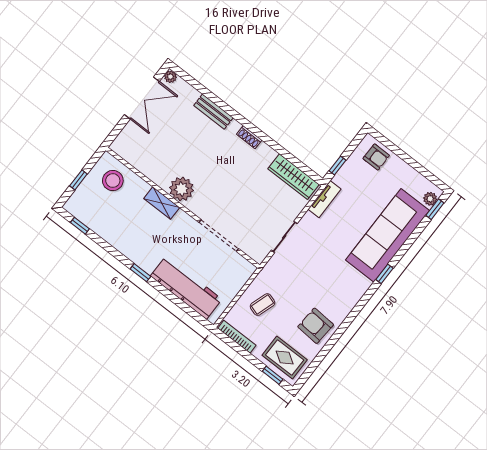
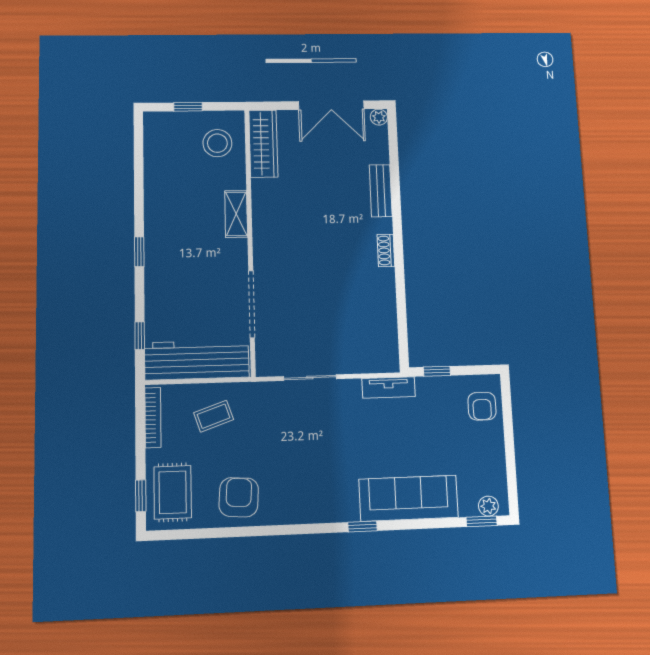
wardrobe: (294, 177) -> (263, 144), moved, turned 180
plant: (181, 189) -> (269, 223), removed
window: (80, 226) -> (140, 336), moved
sofa: (388, 235) -> (409, 498), width x0.74, depth x0.79
workbench: (186, 288) -> (197, 360), moved, turned -90
coffee table: (262, 305) -> (214, 416), turned -37

